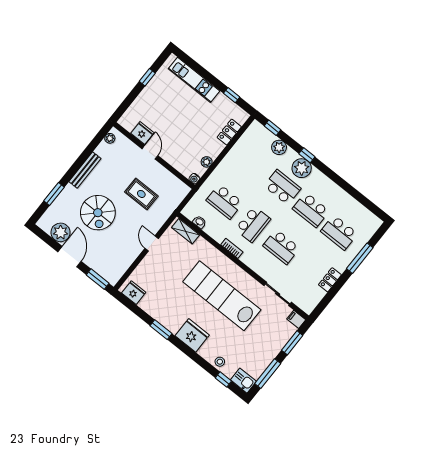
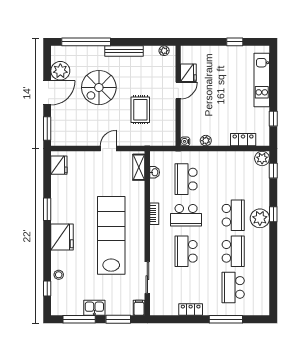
plant: (279, 147) -> (262, 158), moved
window: (54, 194) -> (86, 42), width x2.11
school desk: (311, 210) -> (233, 251), turned 180
kitchen sink: (243, 381) -> (94, 308), moved, turned -90

